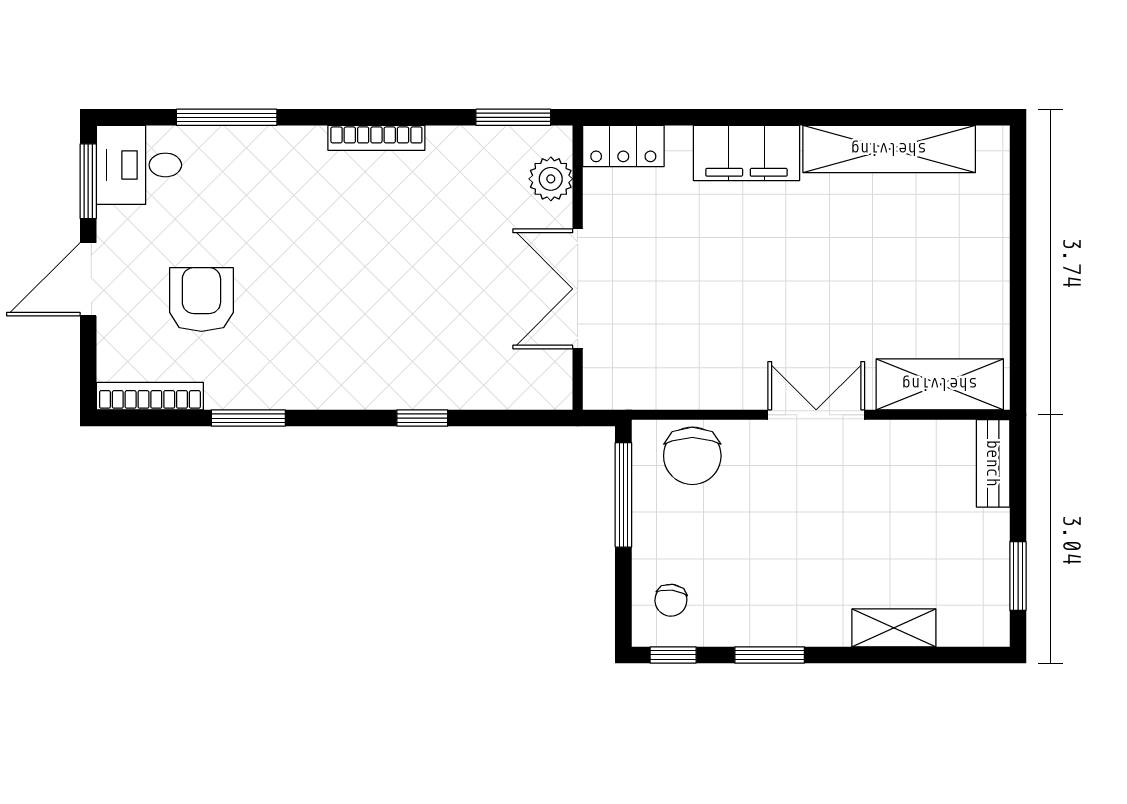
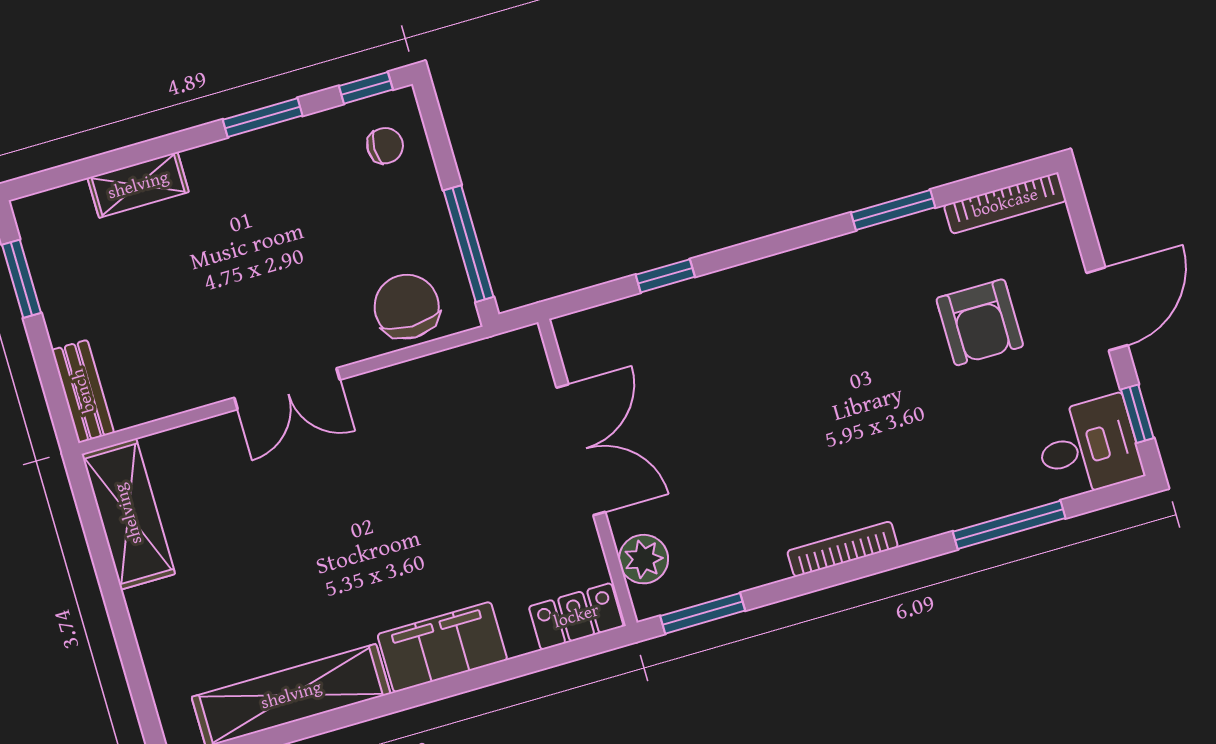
window: (88, 181) -> (1137, 414), width x0.67
shelving: (940, 384) -> (128, 514), moved, turned 90
window: (422, 418) -> (665, 276), moved
chair: (671, 600) -> (385, 146), turned 83

